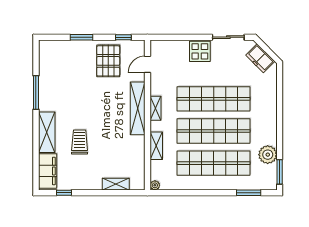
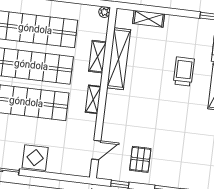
pallet: (108, 61) -> (140, 159), width x0.67, depth x0.71
shelving: (138, 108) -> (119, 59), moved
trolley: (80, 142) -> (184, 71), turned 180

